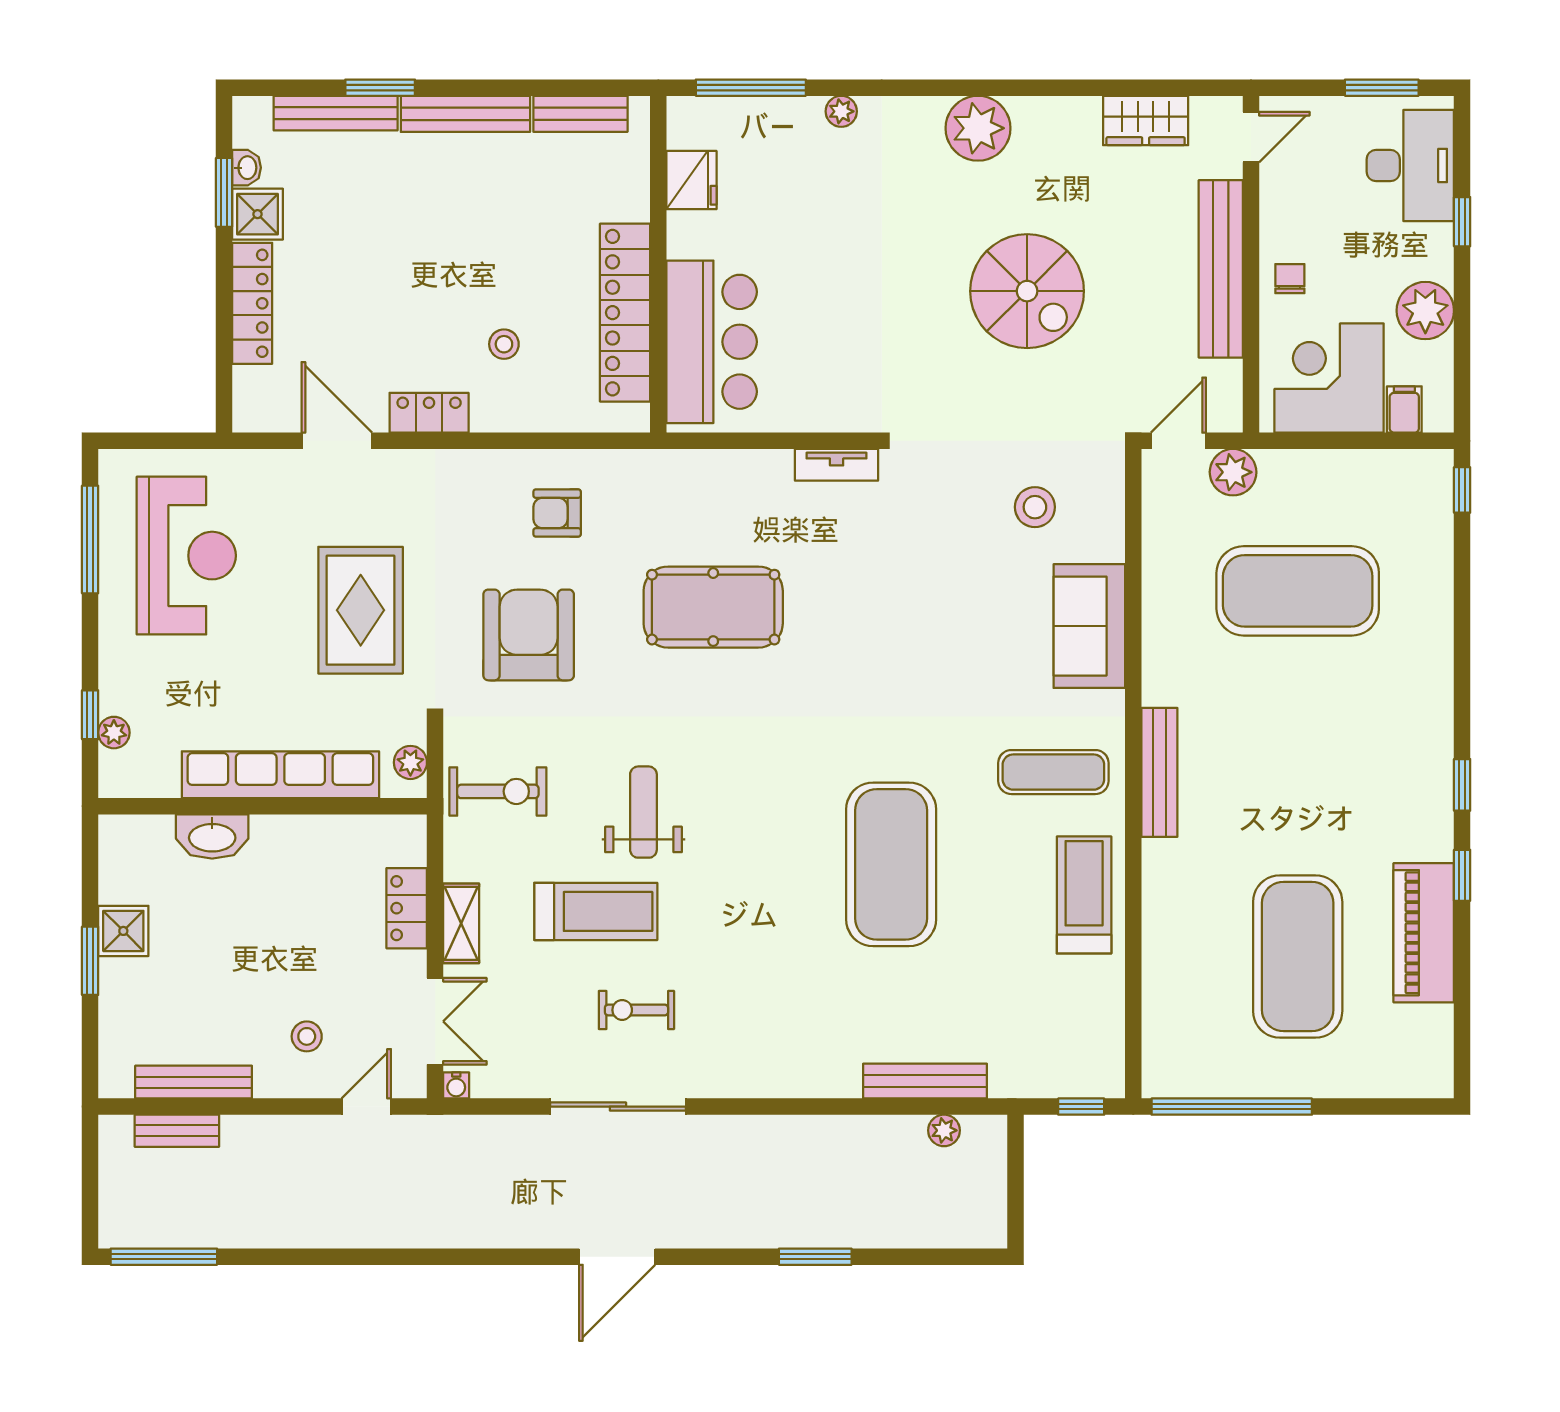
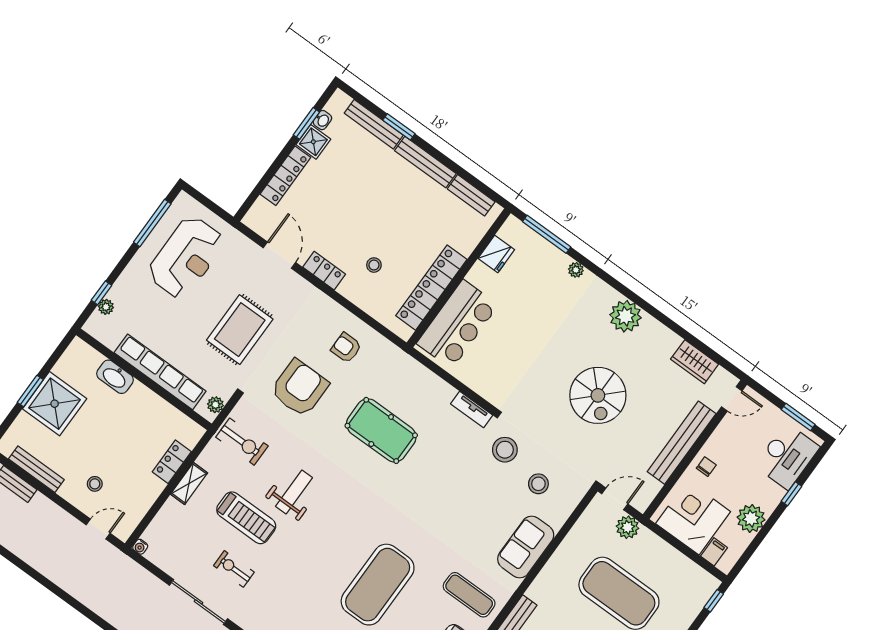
stool: (939, 491) -> (505, 450), added
shower: (123, 931) -> (55, 404), width x1.86, depth x1.86
double door: (435, 1021) -> (150, 515), removed

